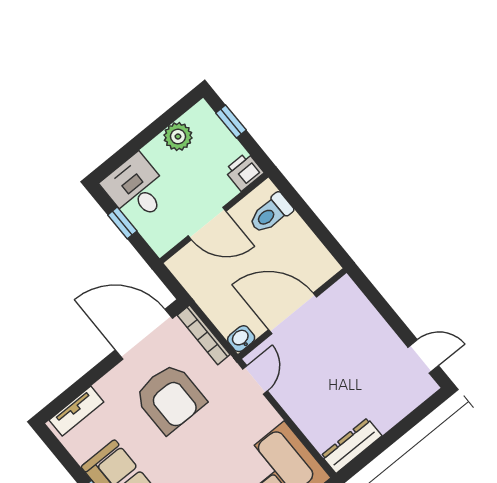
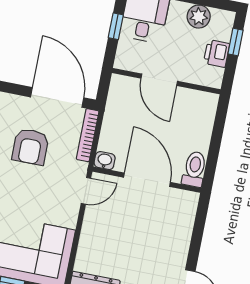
printer: (244, 172) -> (217, 54), moved, turned -90
toilet: (271, 213) -> (194, 169), moved, turned 90
armchair: (170, 398) -> (30, 147), width x0.73, depth x0.73

